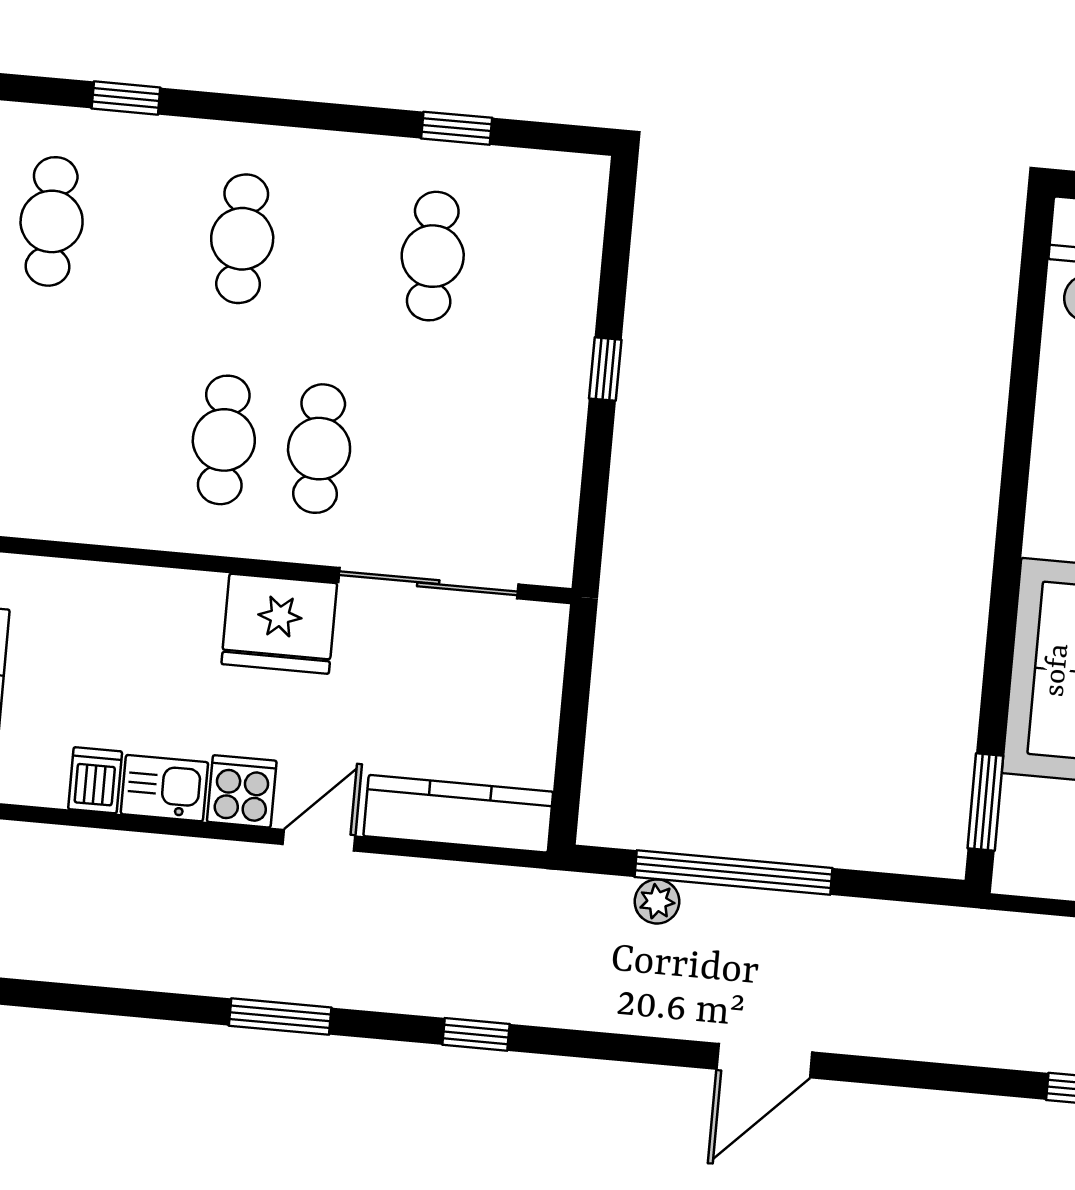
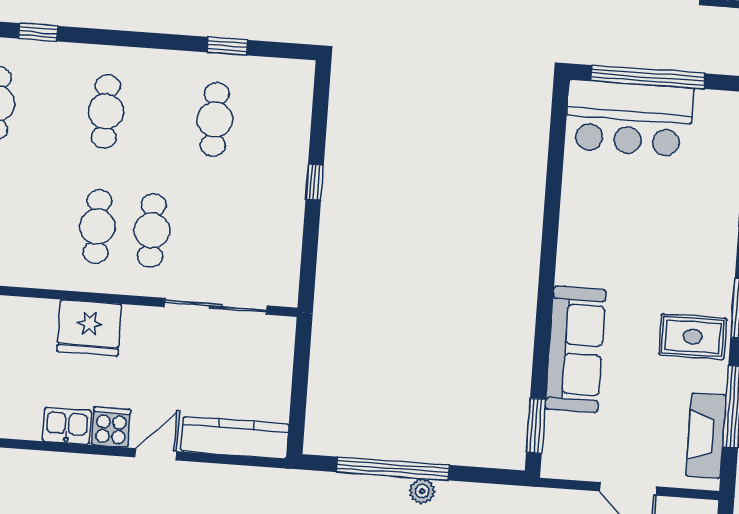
fridge: (279, 624) -> (89, 328), moved
dishwasher: (95, 780) -> (27, 422), removed
plant: (657, 901) -> (422, 491), moved

